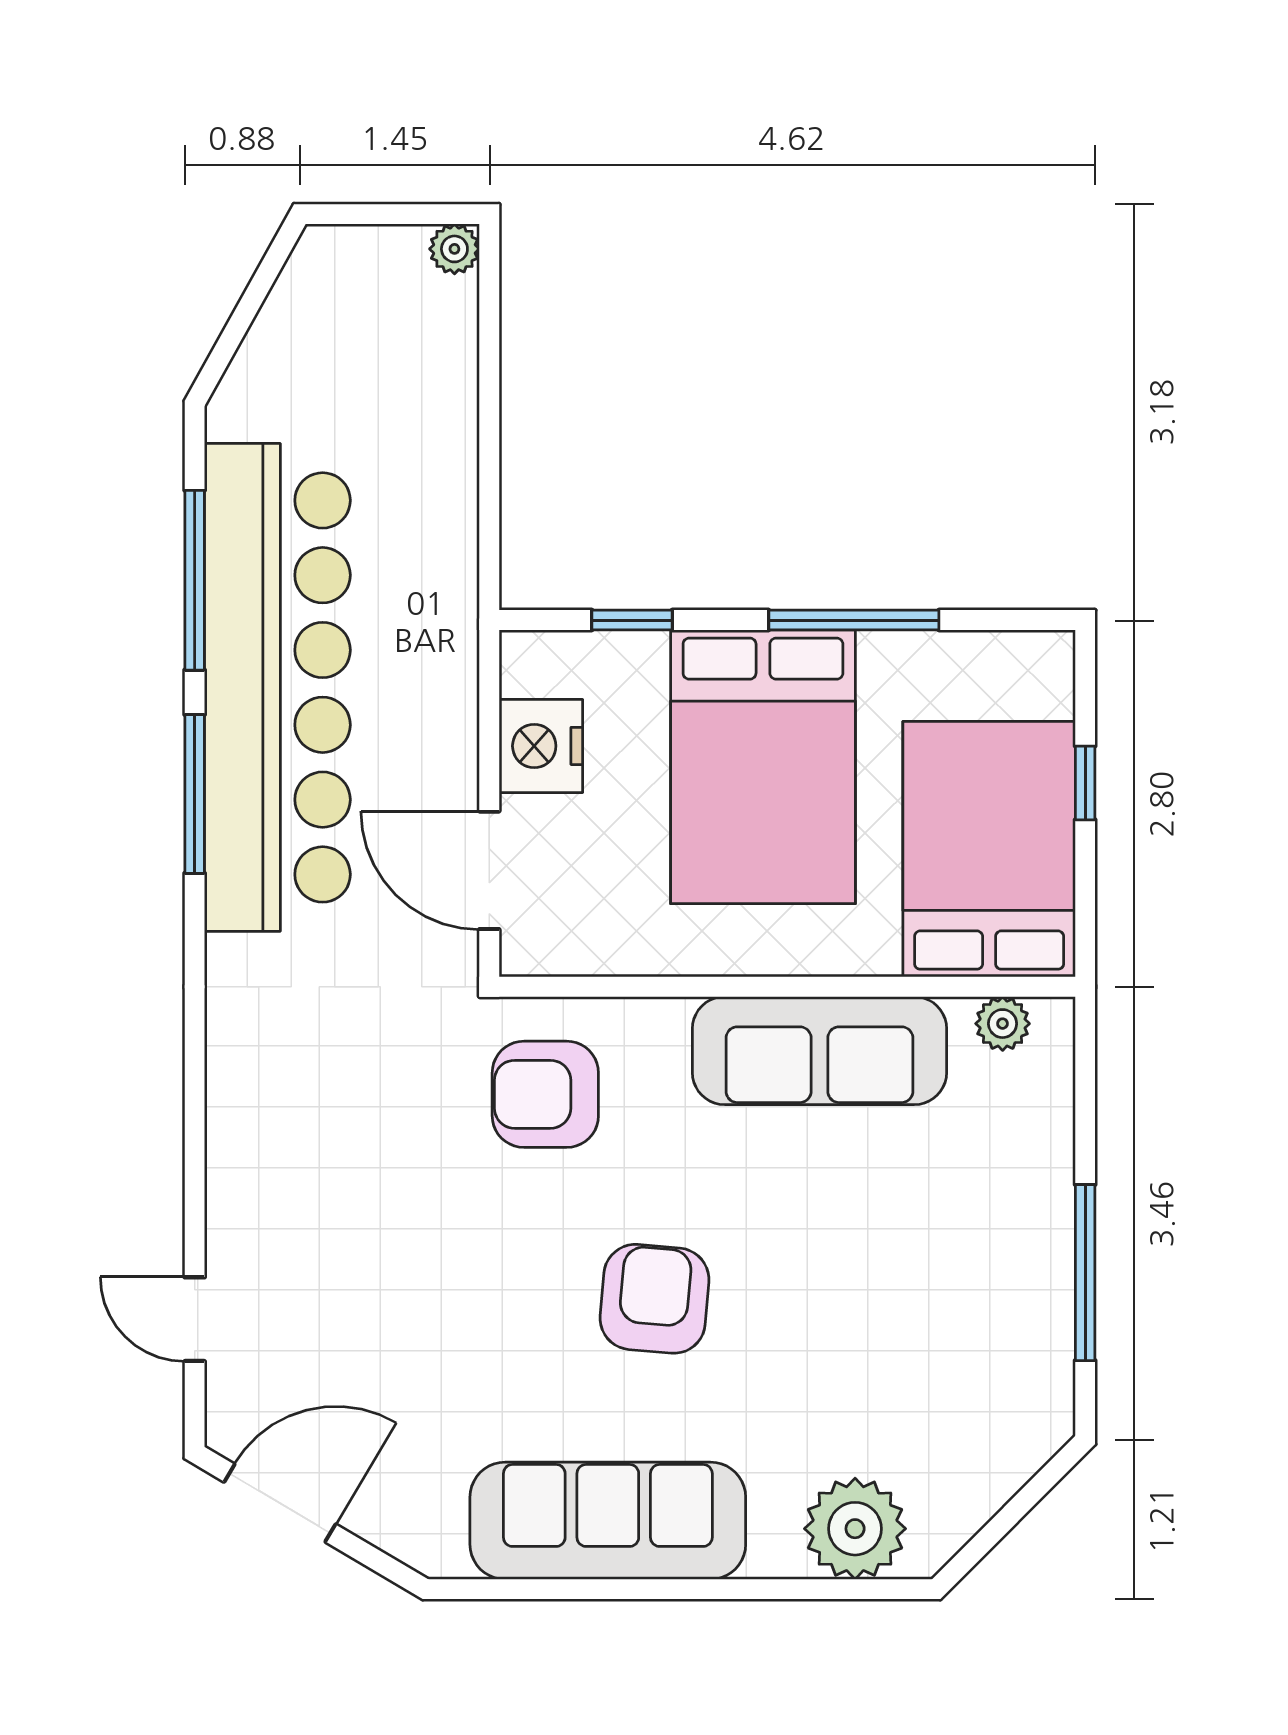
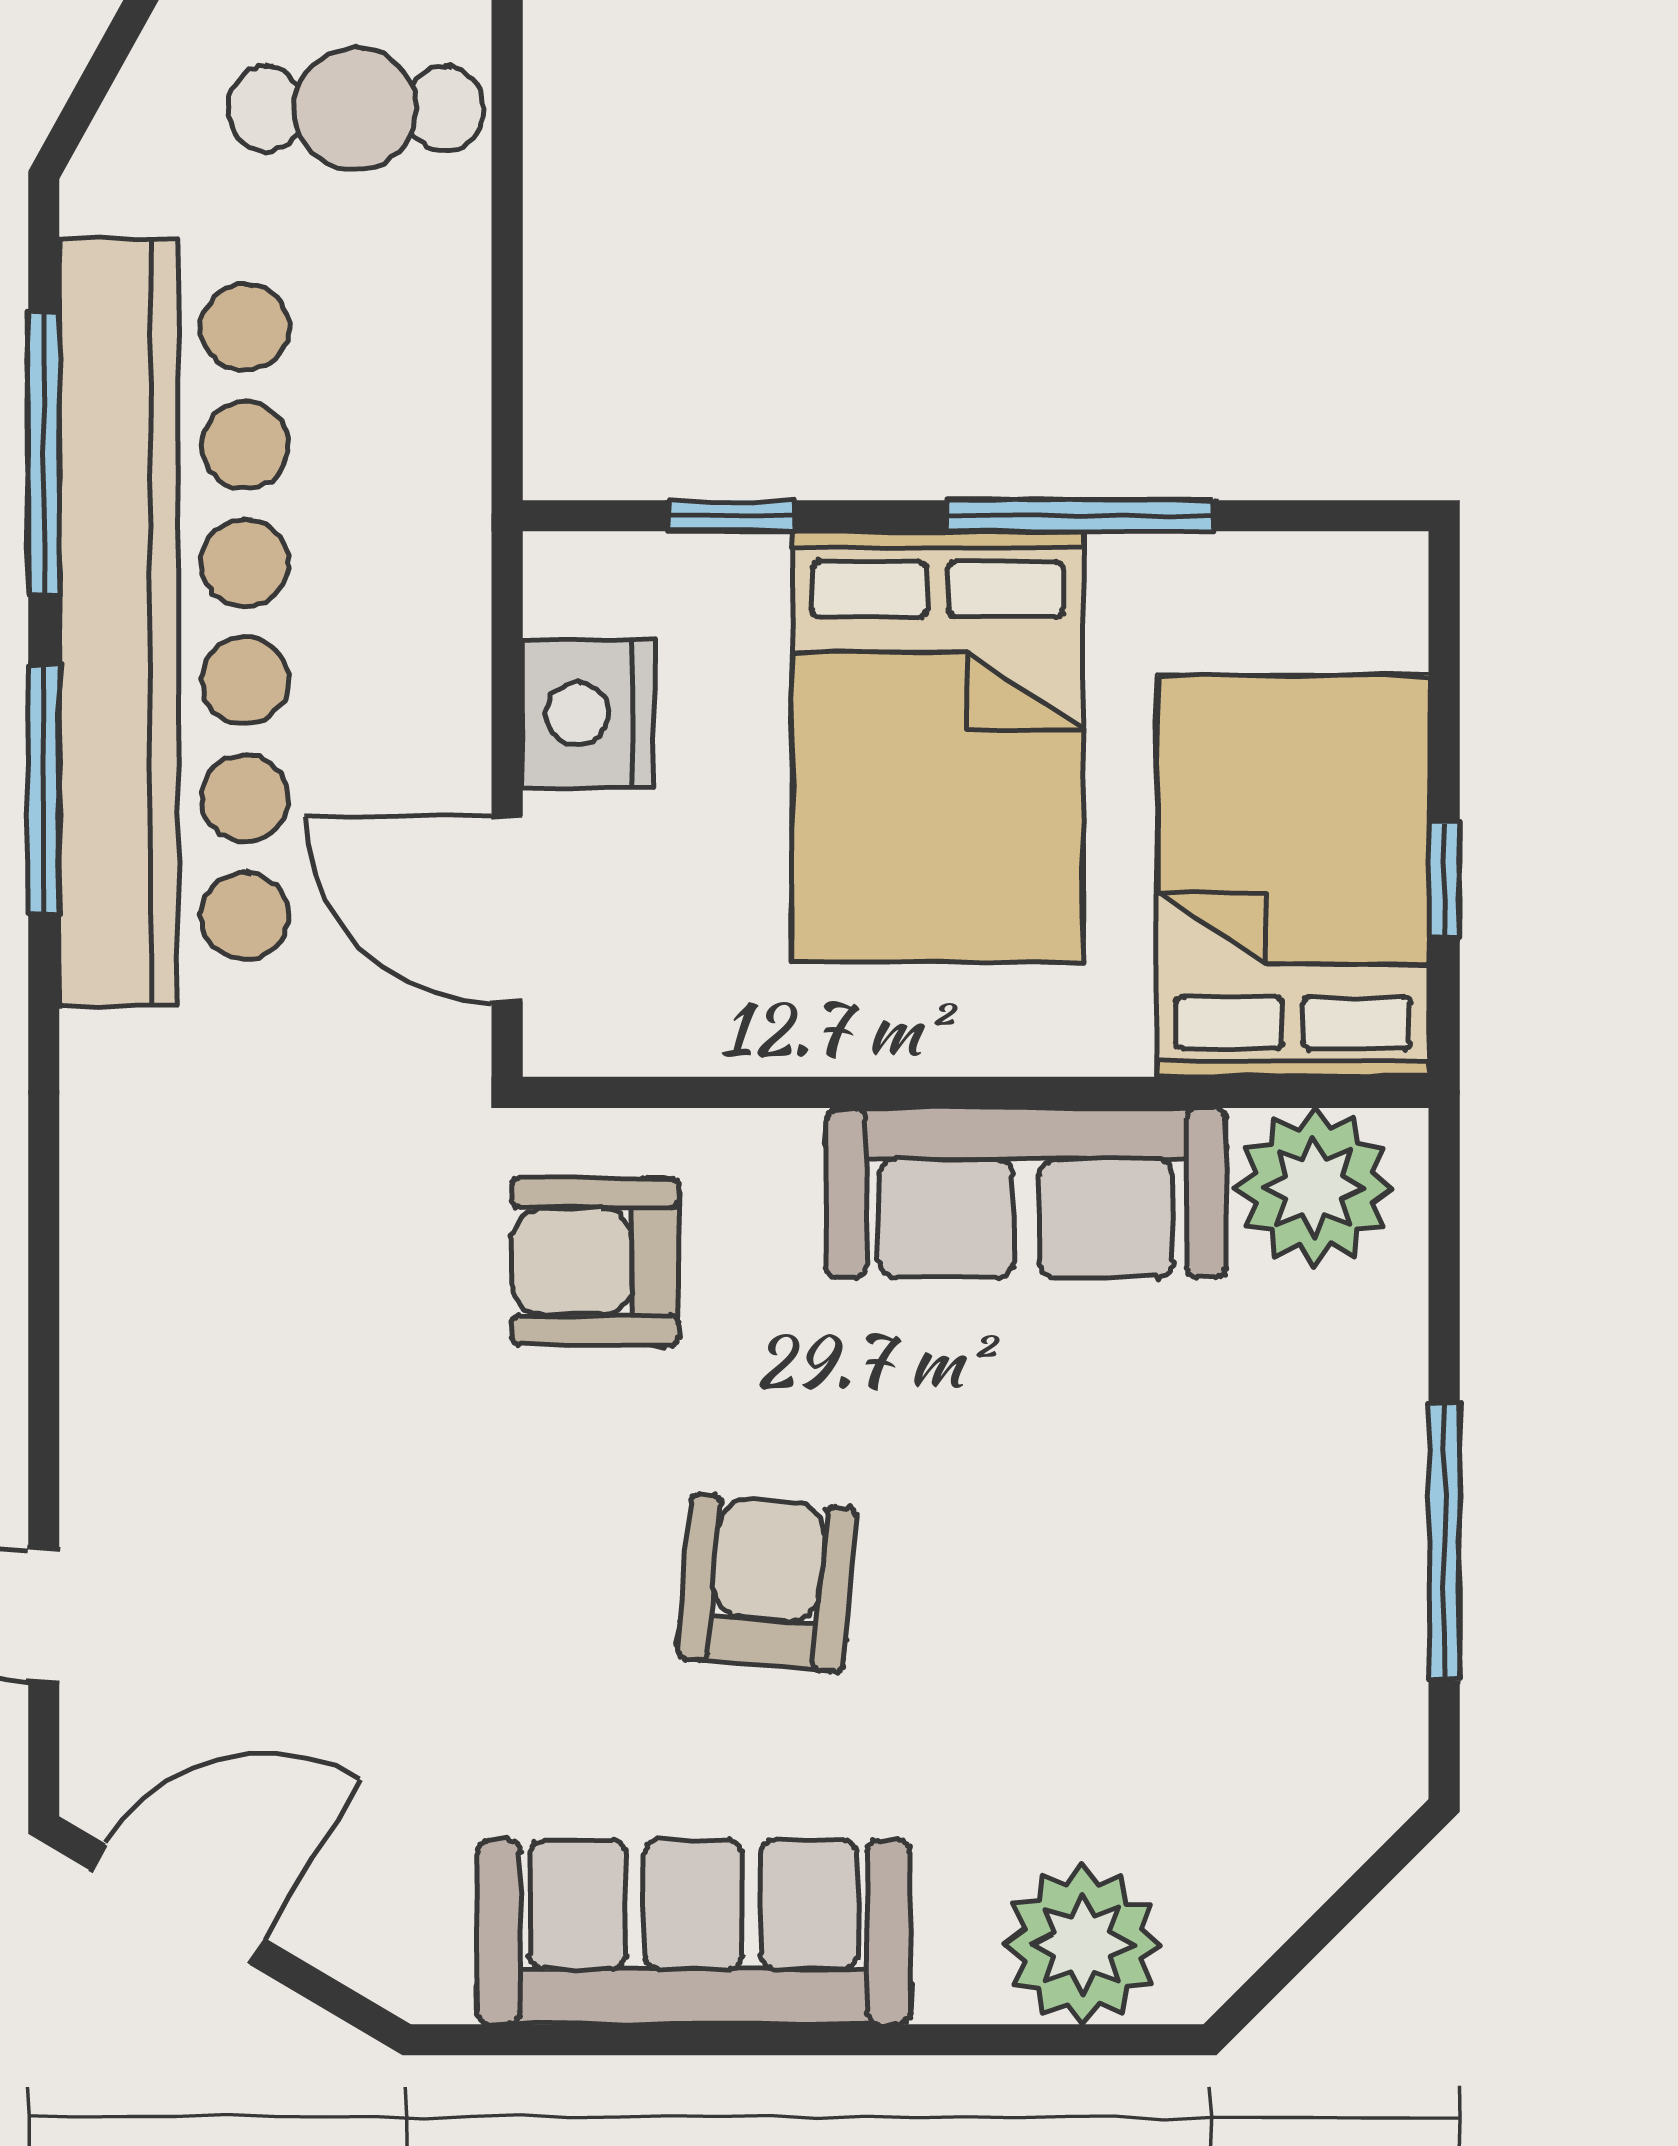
cafe table: (393, 361) -> (355, 109), added
window: (1085, 783) -> (1444, 880), moved
plant: (1003, 1024) -> (1314, 1187), width x1.88, depth x1.88

